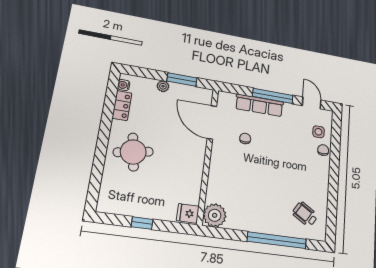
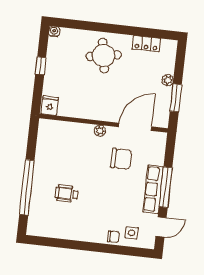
water cooler: (124, 85) -> (54, 31), moved
row of seats: (259, 105) -> (153, 189), moved
chair: (245, 139) -> (121, 159), width x1.87, depth x1.87
wheelchair: (305, 214) -> (66, 194), moved, turned -122
plant: (215, 215) -> (100, 131), moved, width x0.53, depth x0.53

